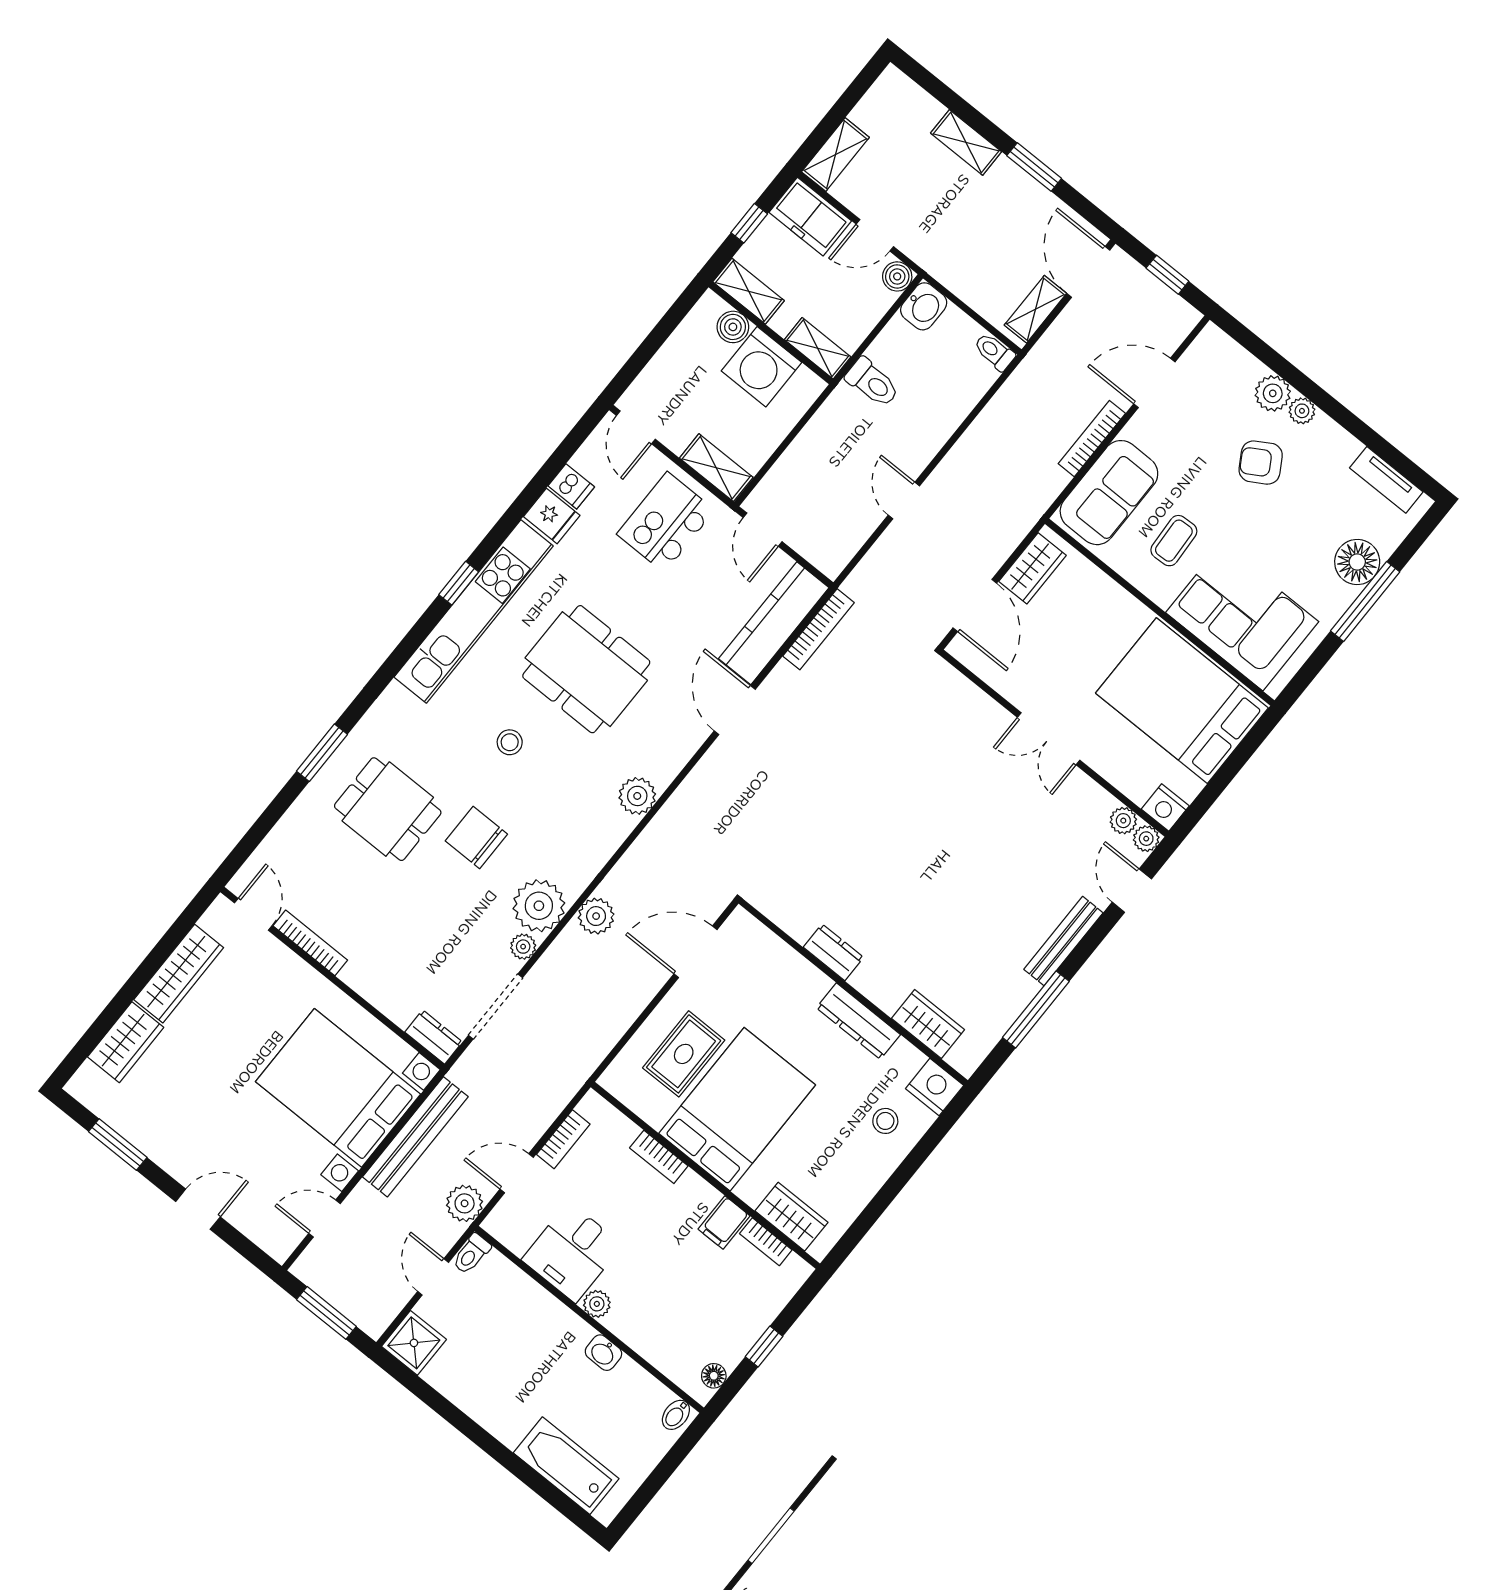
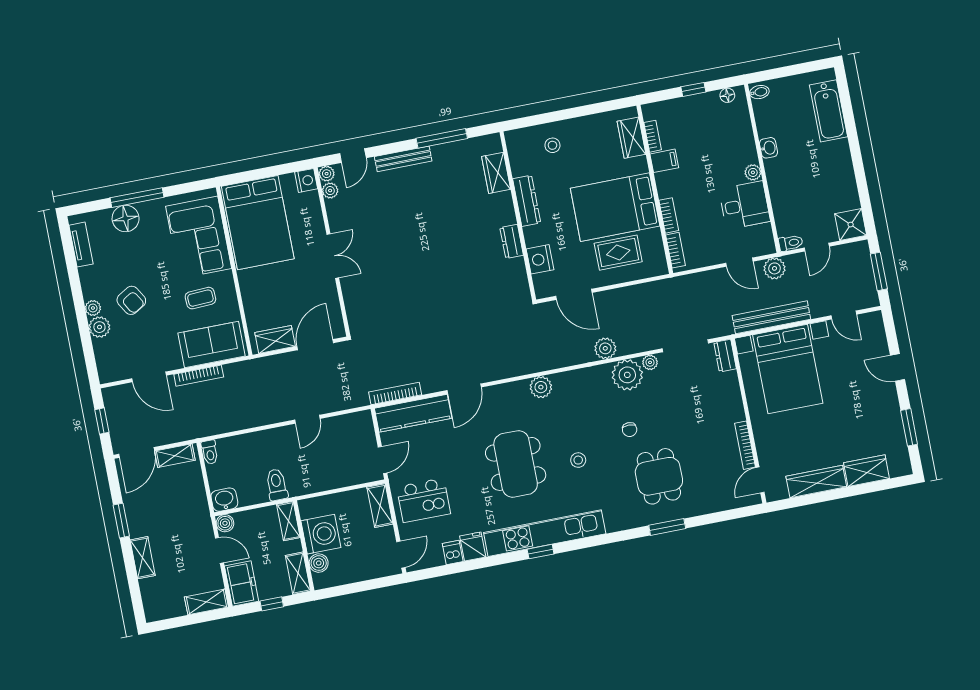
chair: (476, 838) -> (630, 430), width x0.54, depth x0.54
nightstand: (935, 1087) -> (540, 259), moved
bookcase: (563, 1139) -> (676, 250), moved, turned 90

